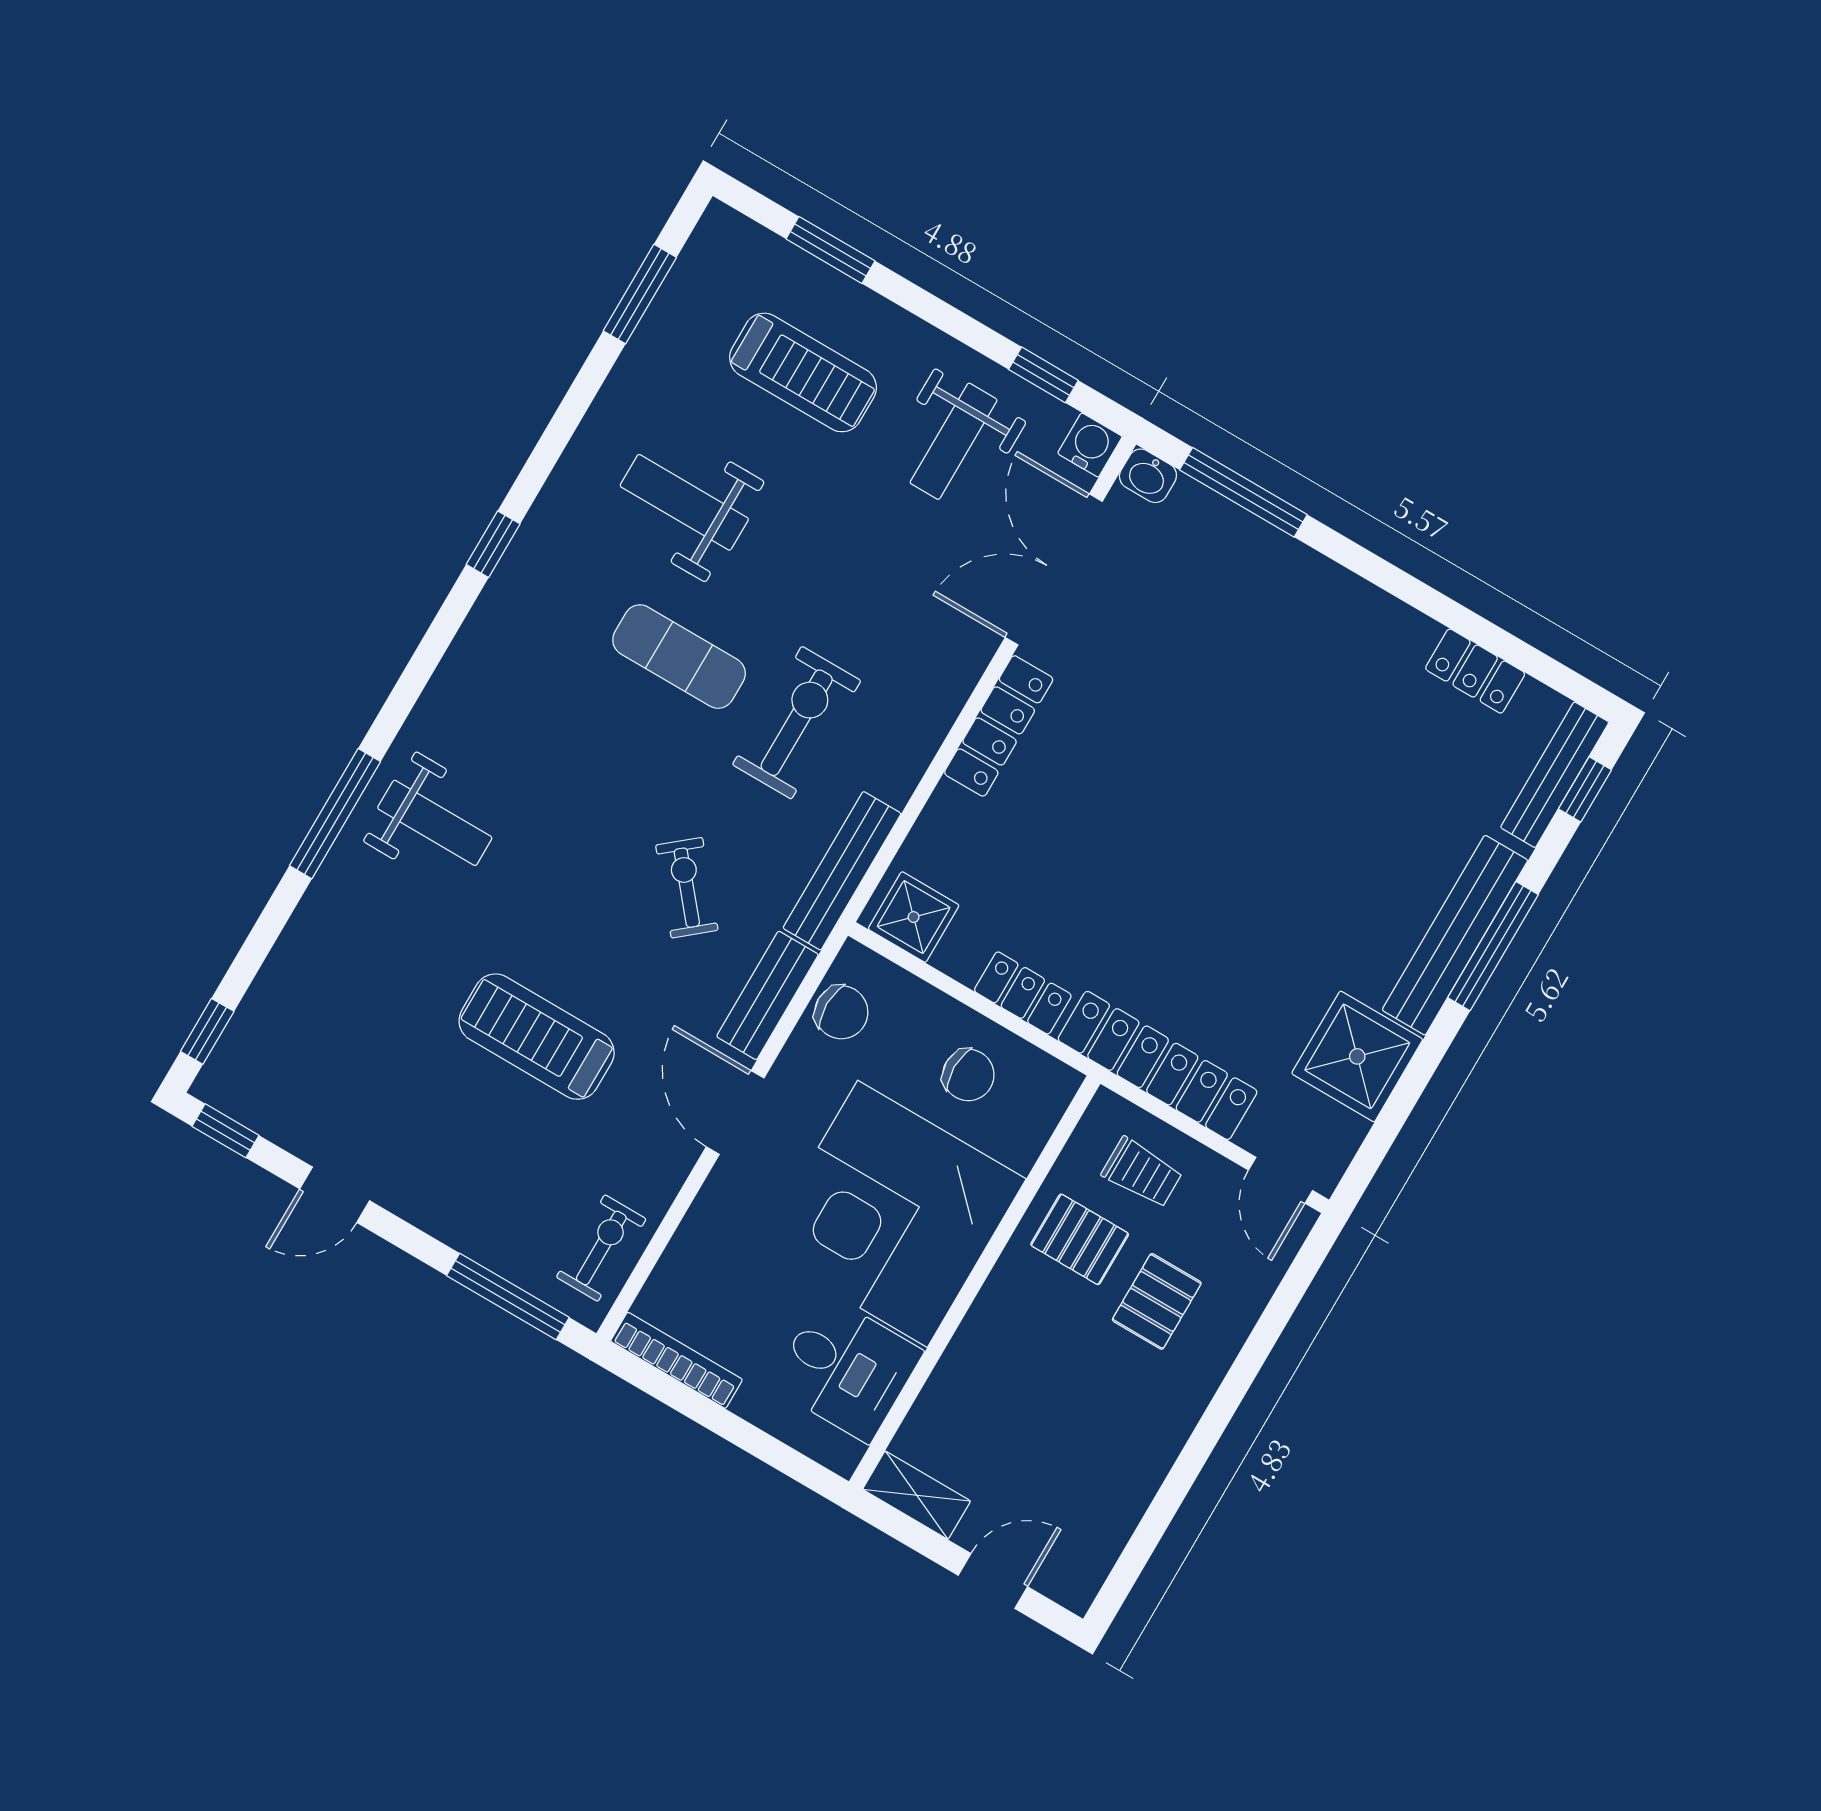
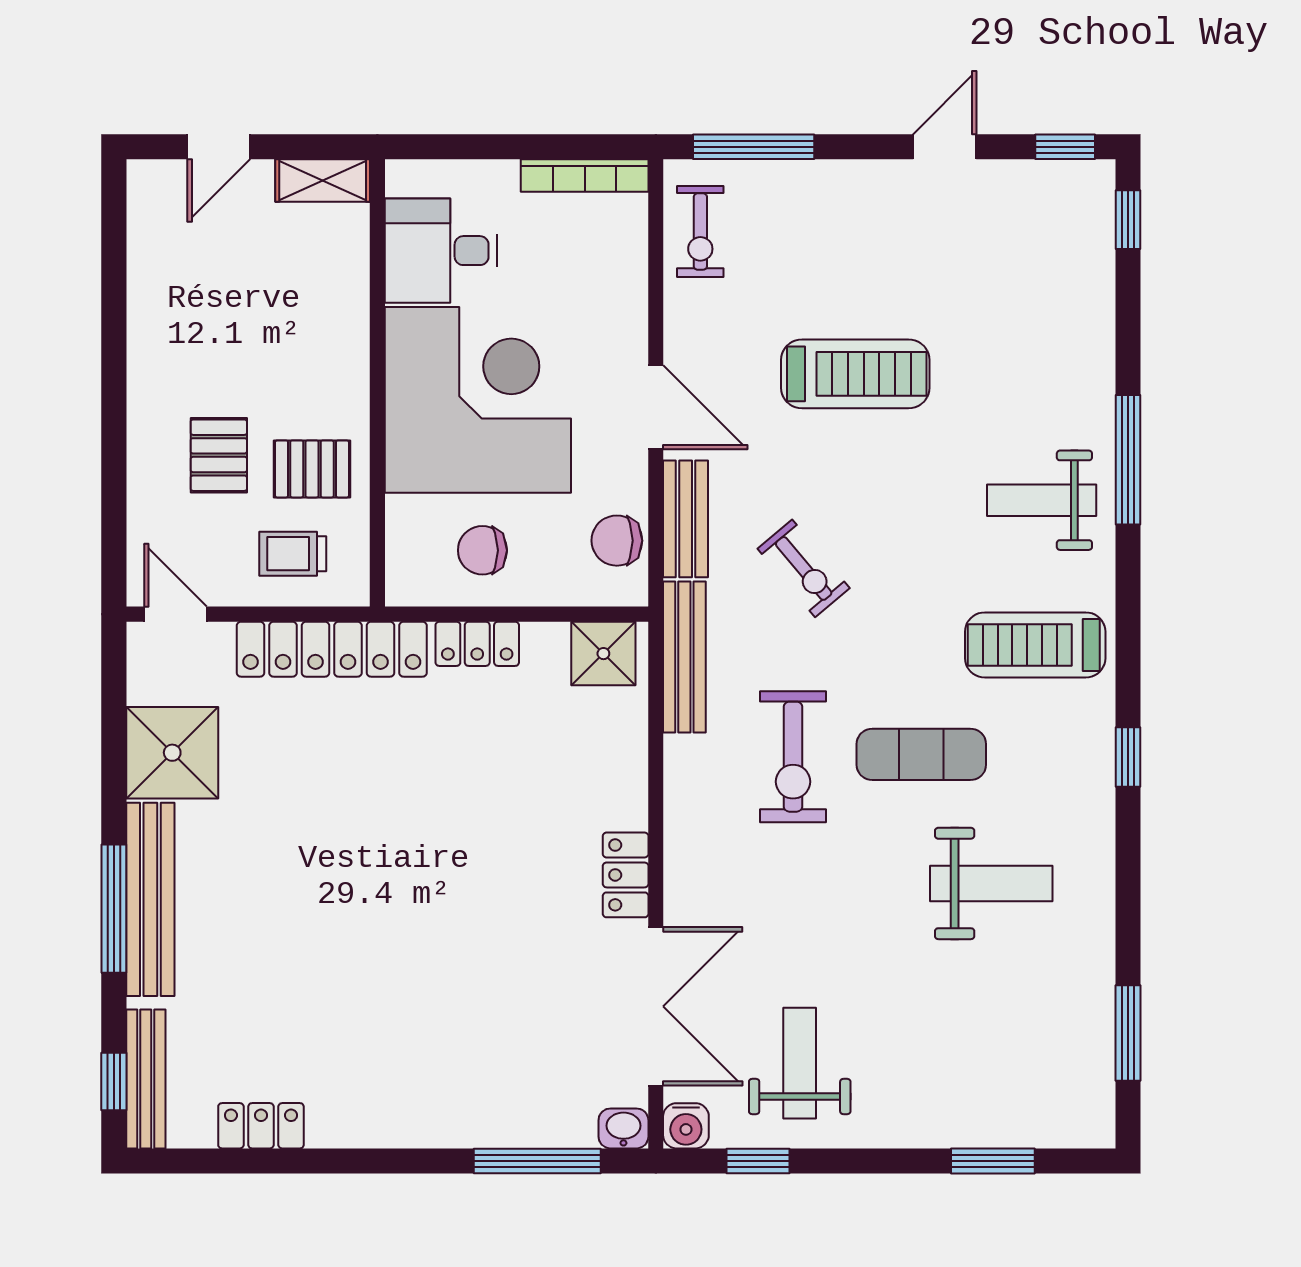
treadmill: (803, 372) -> (1035, 645), moved
locker: (999, 726) -> (626, 875), width x0.66

